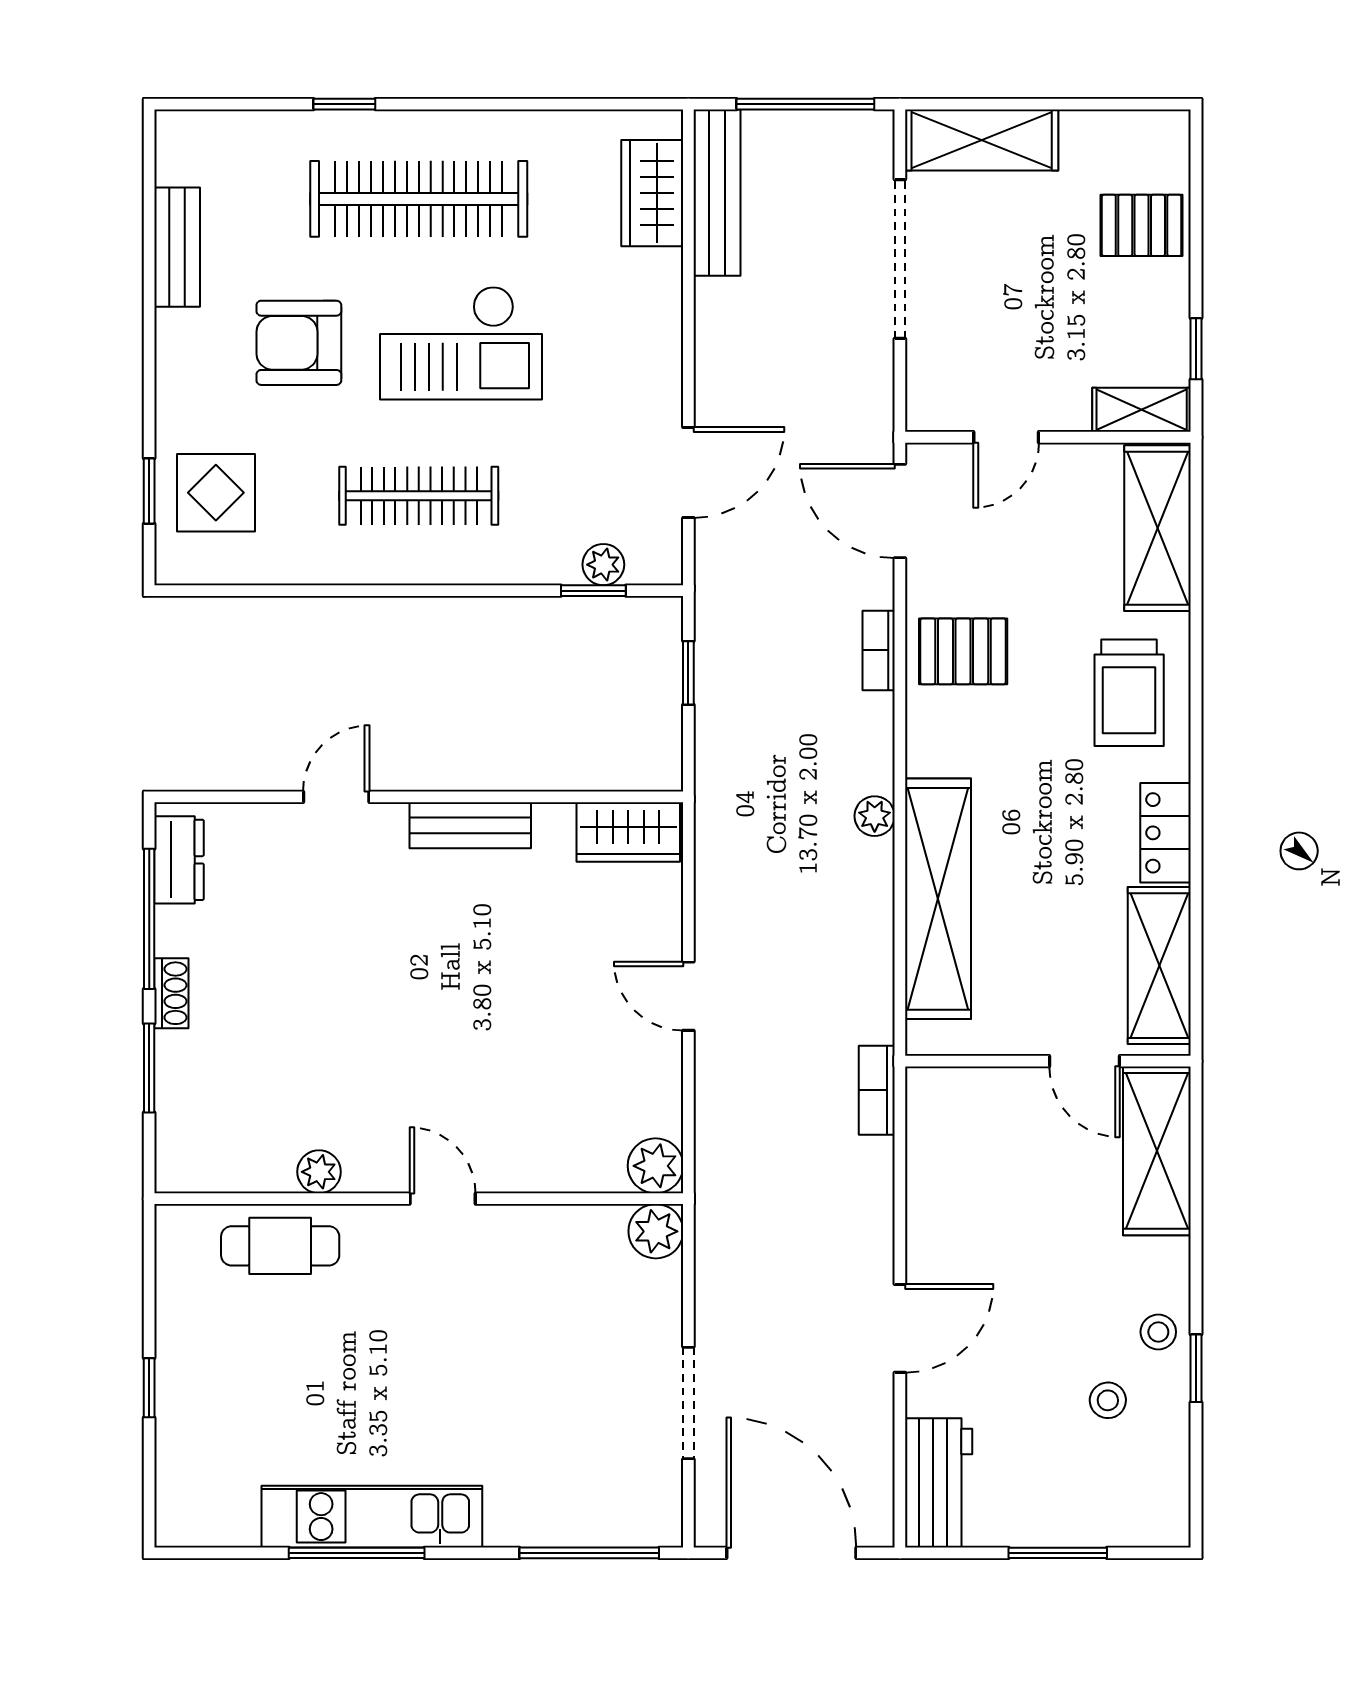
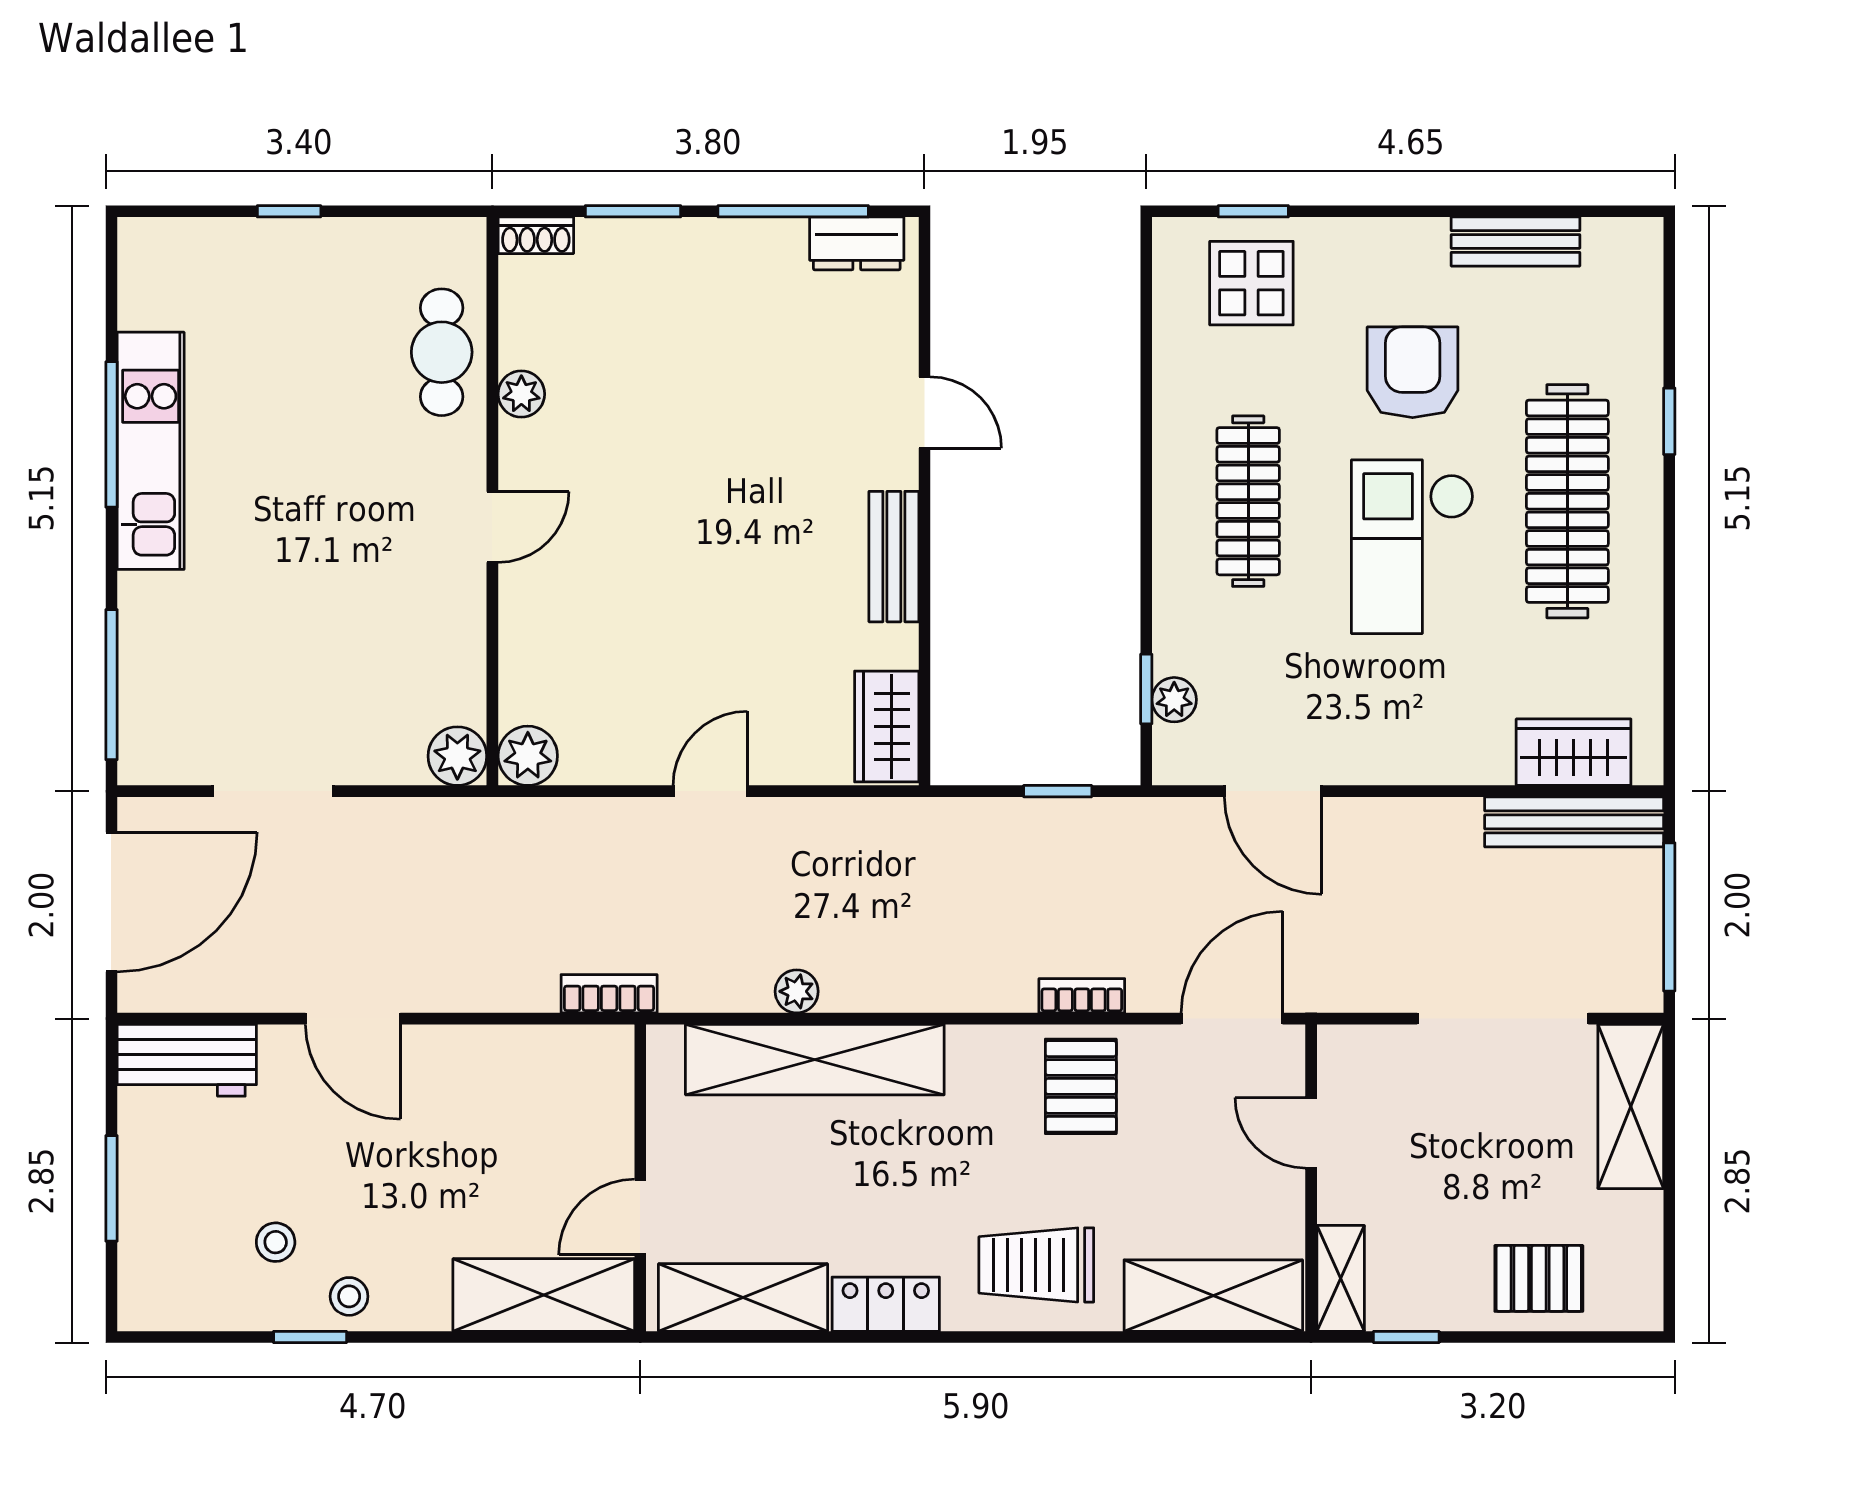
pallet: (1142, 225) -> (1539, 1278), turned 90
plant: (875, 816) -> (797, 991), moved
shoe rack: (171, 993) -> (536, 235), moved

